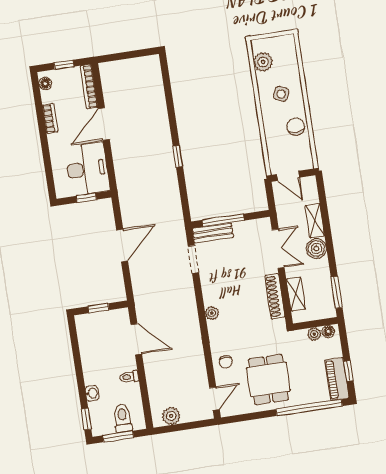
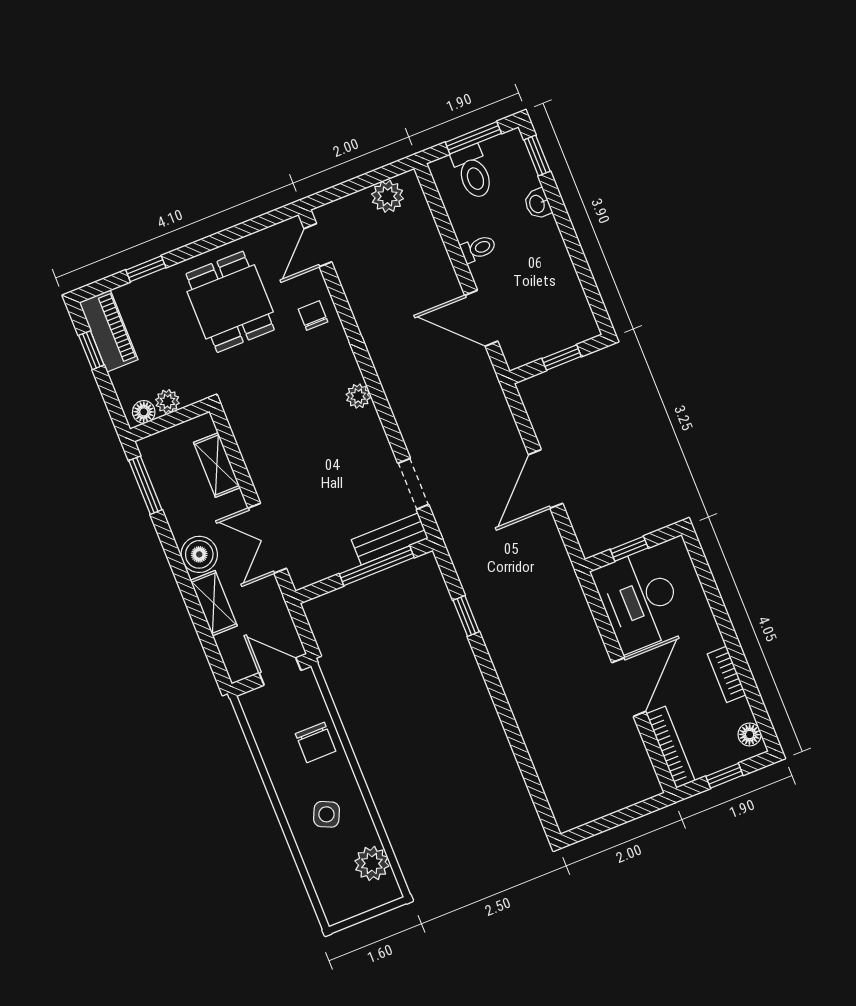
chair: (296, 127) -> (316, 742), moved
window: (178, 156) -> (466, 616), moved
shoe rack: (275, 296) -> (253, 452), removed
window: (309, 408) -> (146, 269), width x0.32

